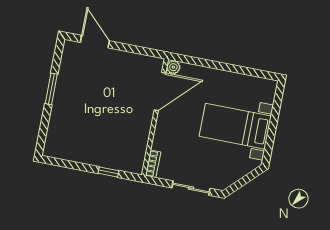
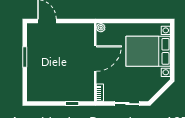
door: (160, 91) -> (95, 58), moved
bed with nightstands: (235, 126) -> (148, 51), width x1.36

